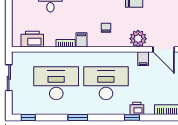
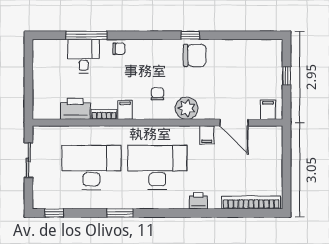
printer: (32, 39) -> (75, 109), moved
plant: (138, 39) -> (187, 108), moved
window: (132, 117) -> (192, 213), removed

